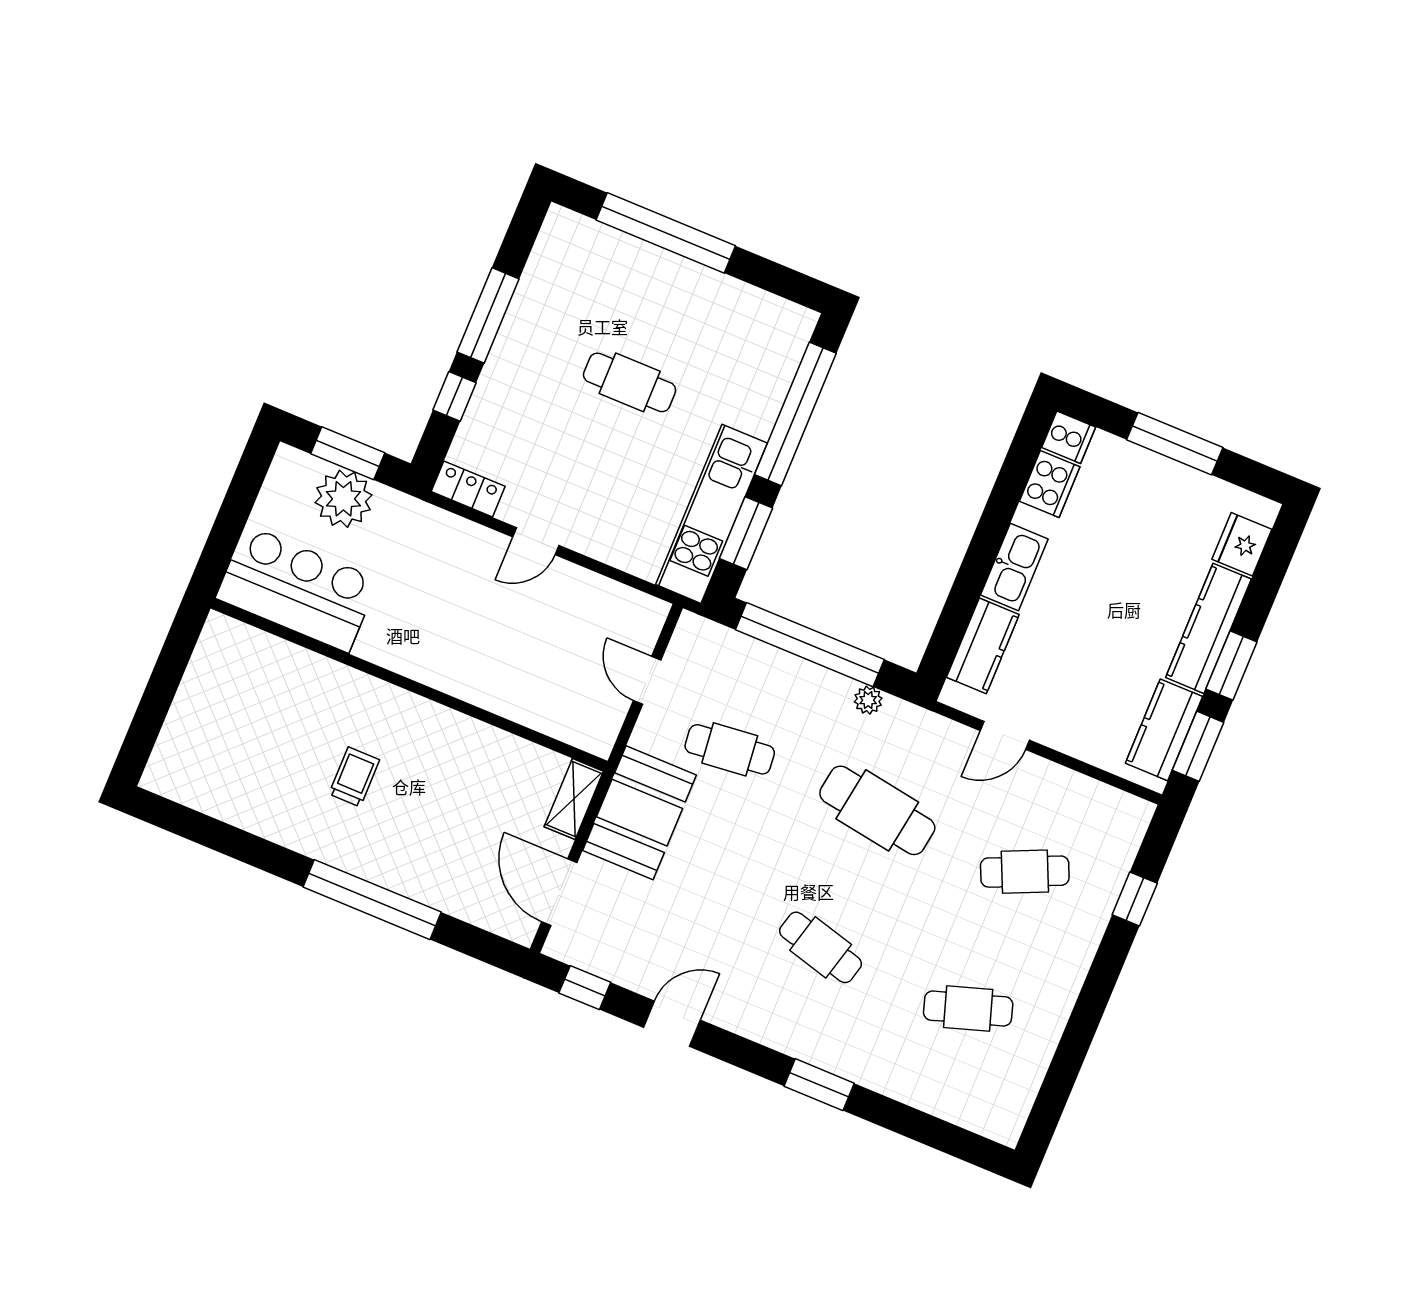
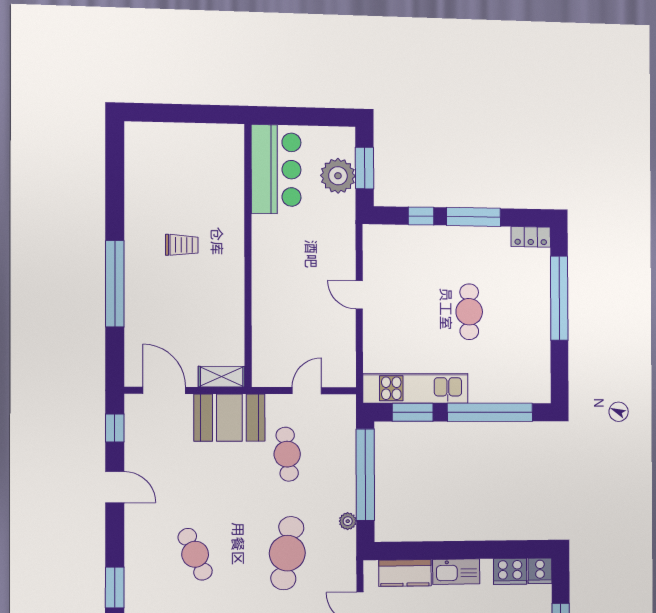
locker: (468, 489) -> (531, 237), moved, turned 90
door: (559, 892) -> (164, 390), hinge flipped
cafe table: (821, 947) -> (195, 554), turned -39

